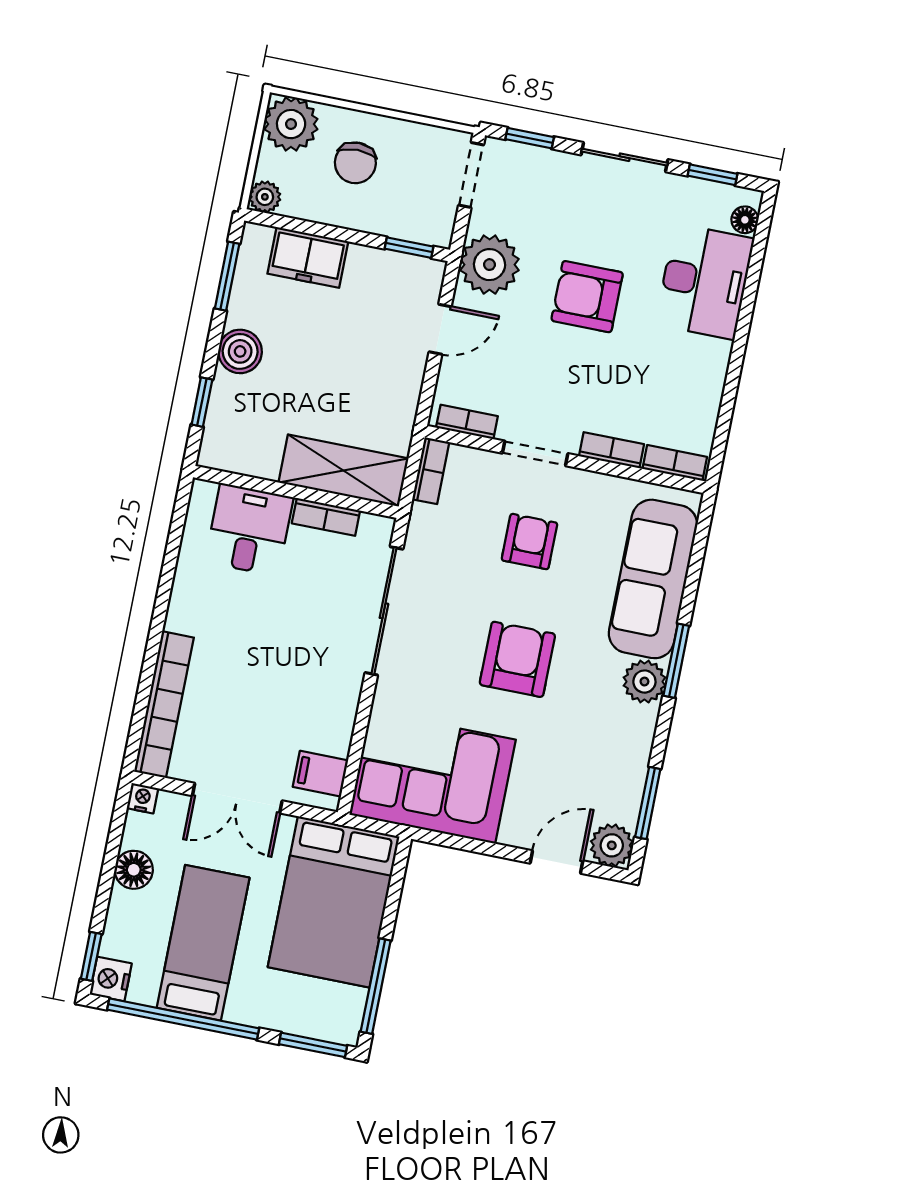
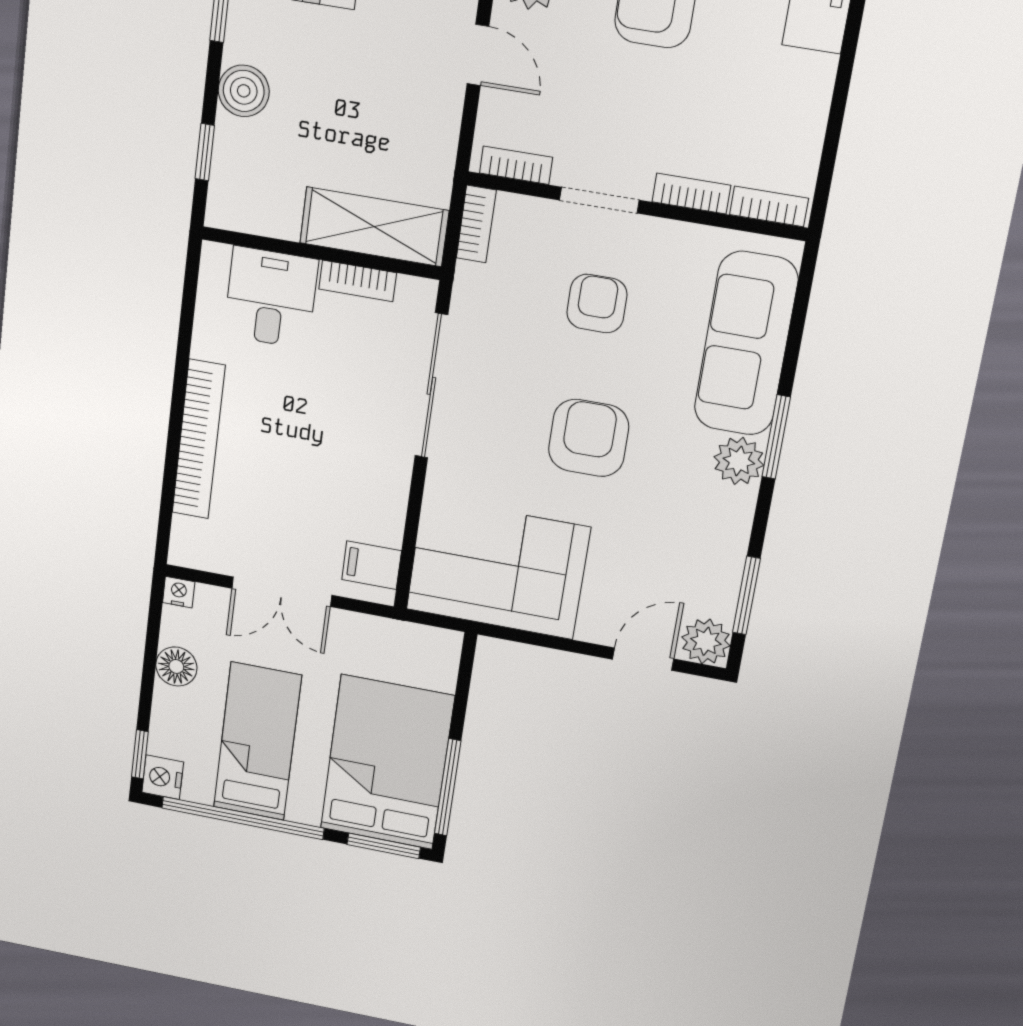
door: (440, 329) -> (478, 55), hinge flipped
bookcase: (164, 705) -> (199, 439), moved
bed: (334, 902) -> (387, 762), moved, turned 180

